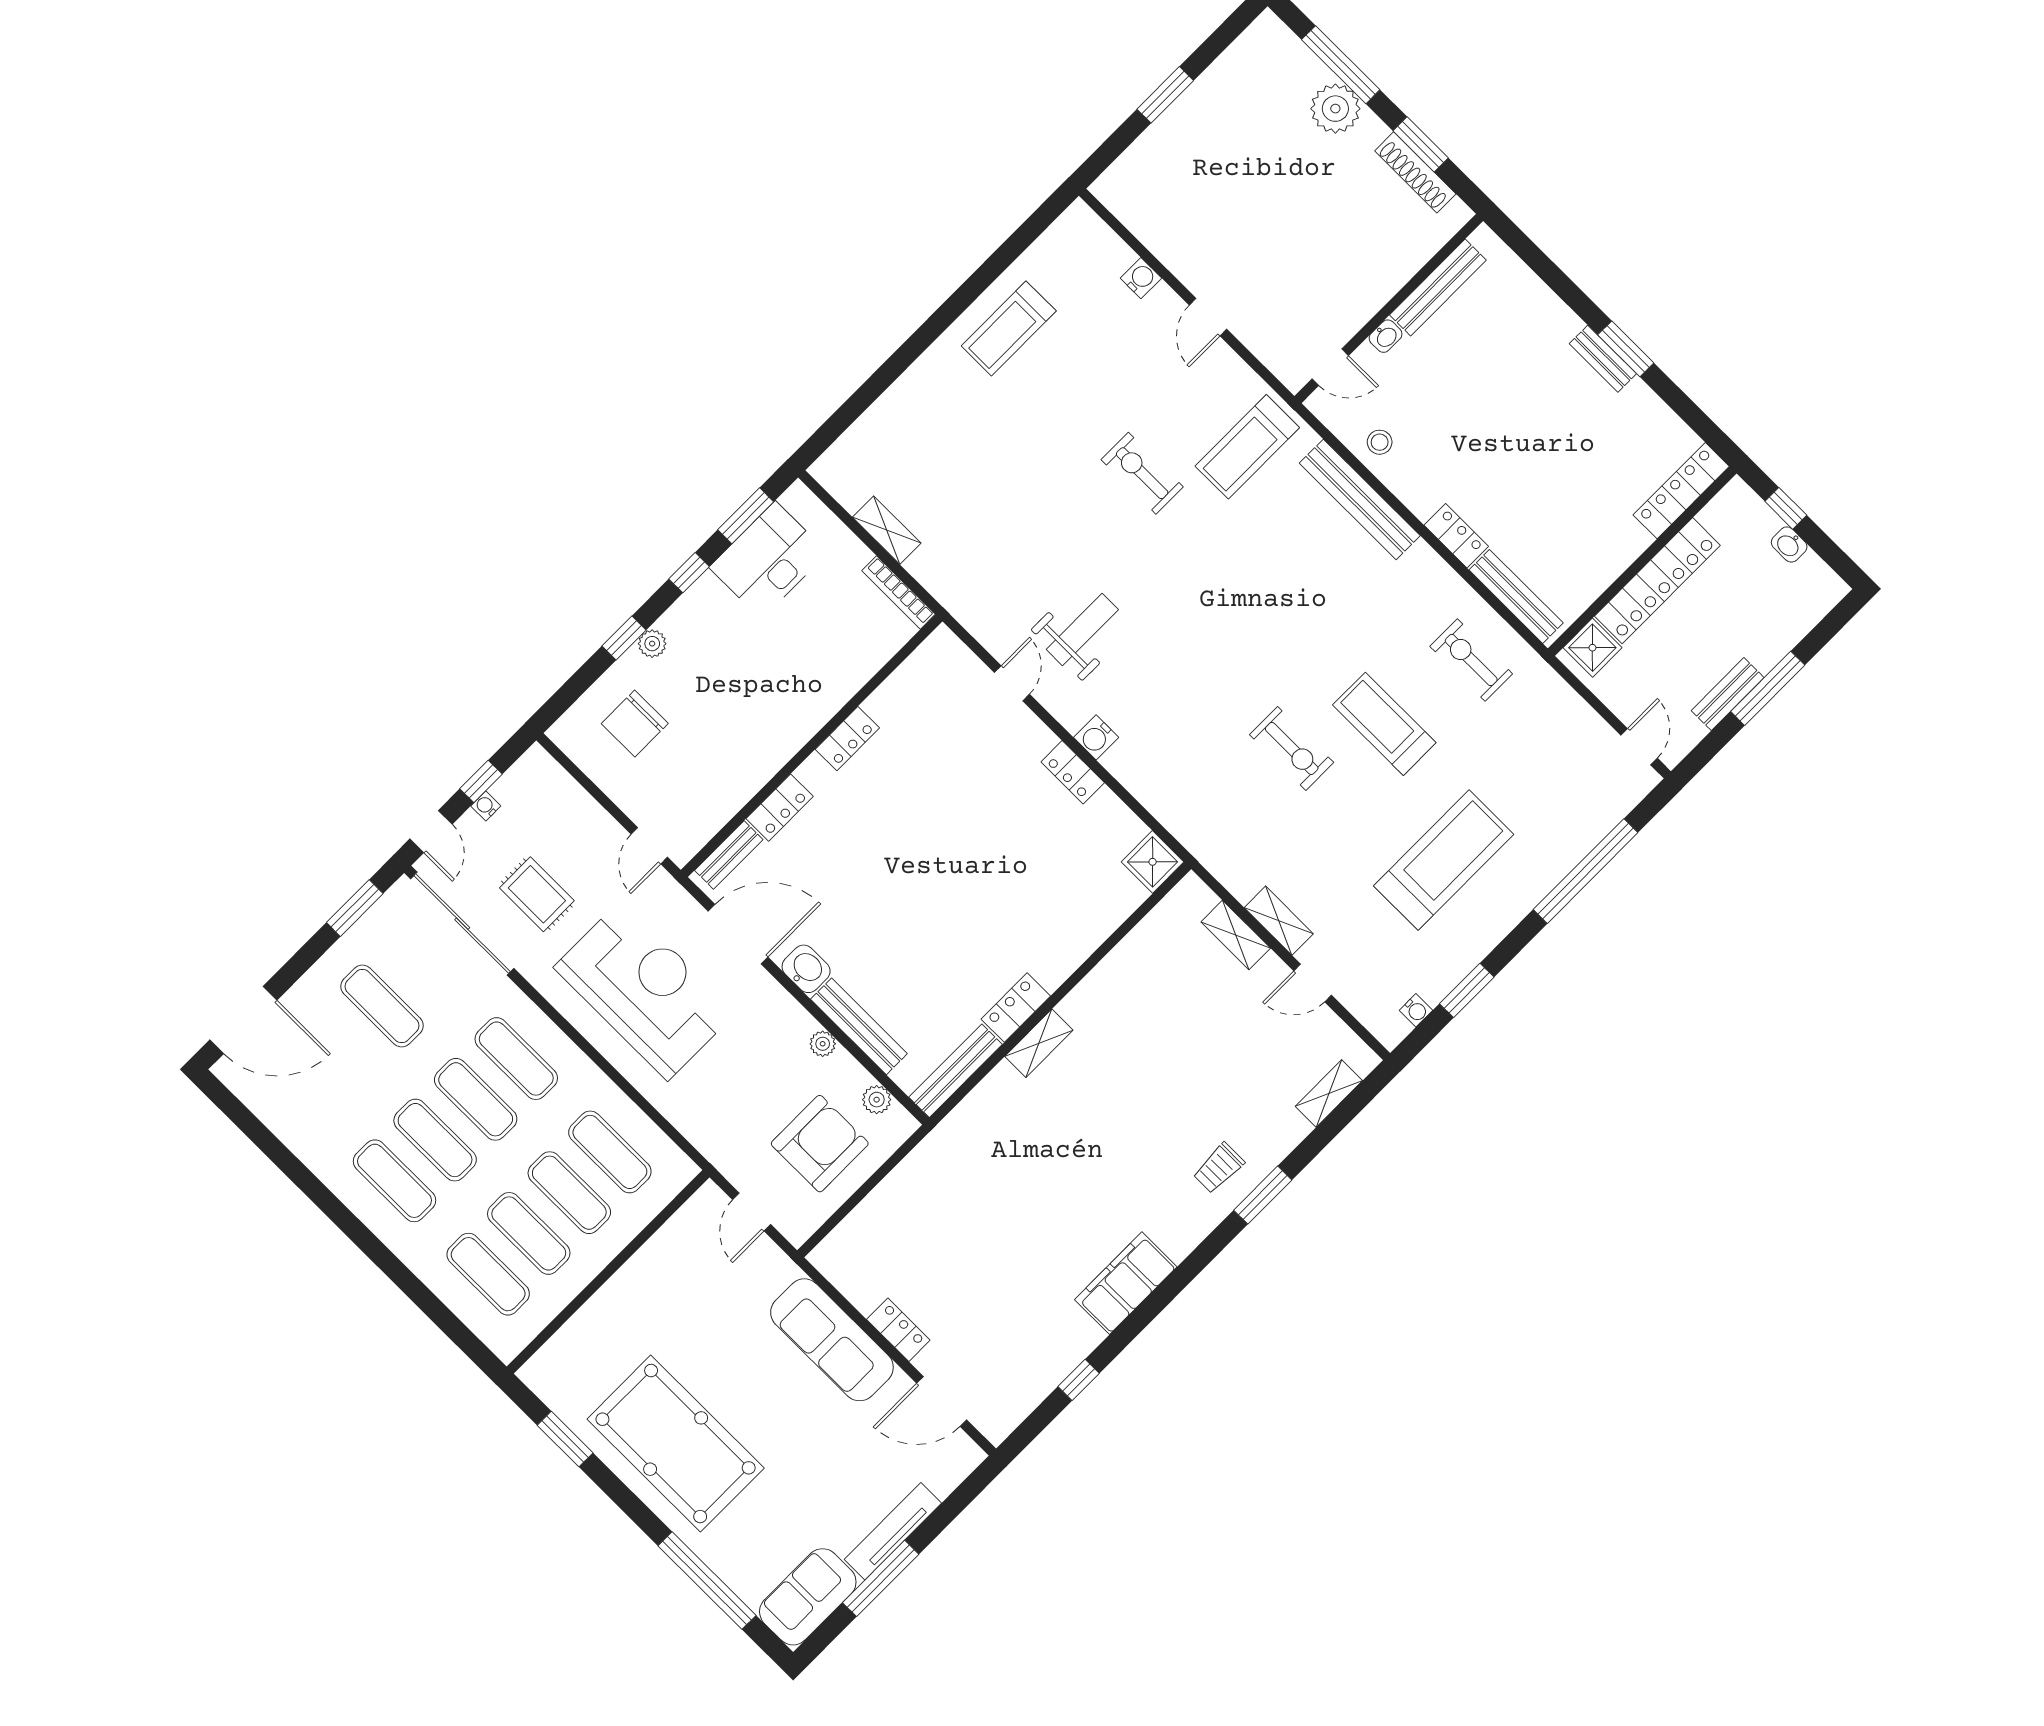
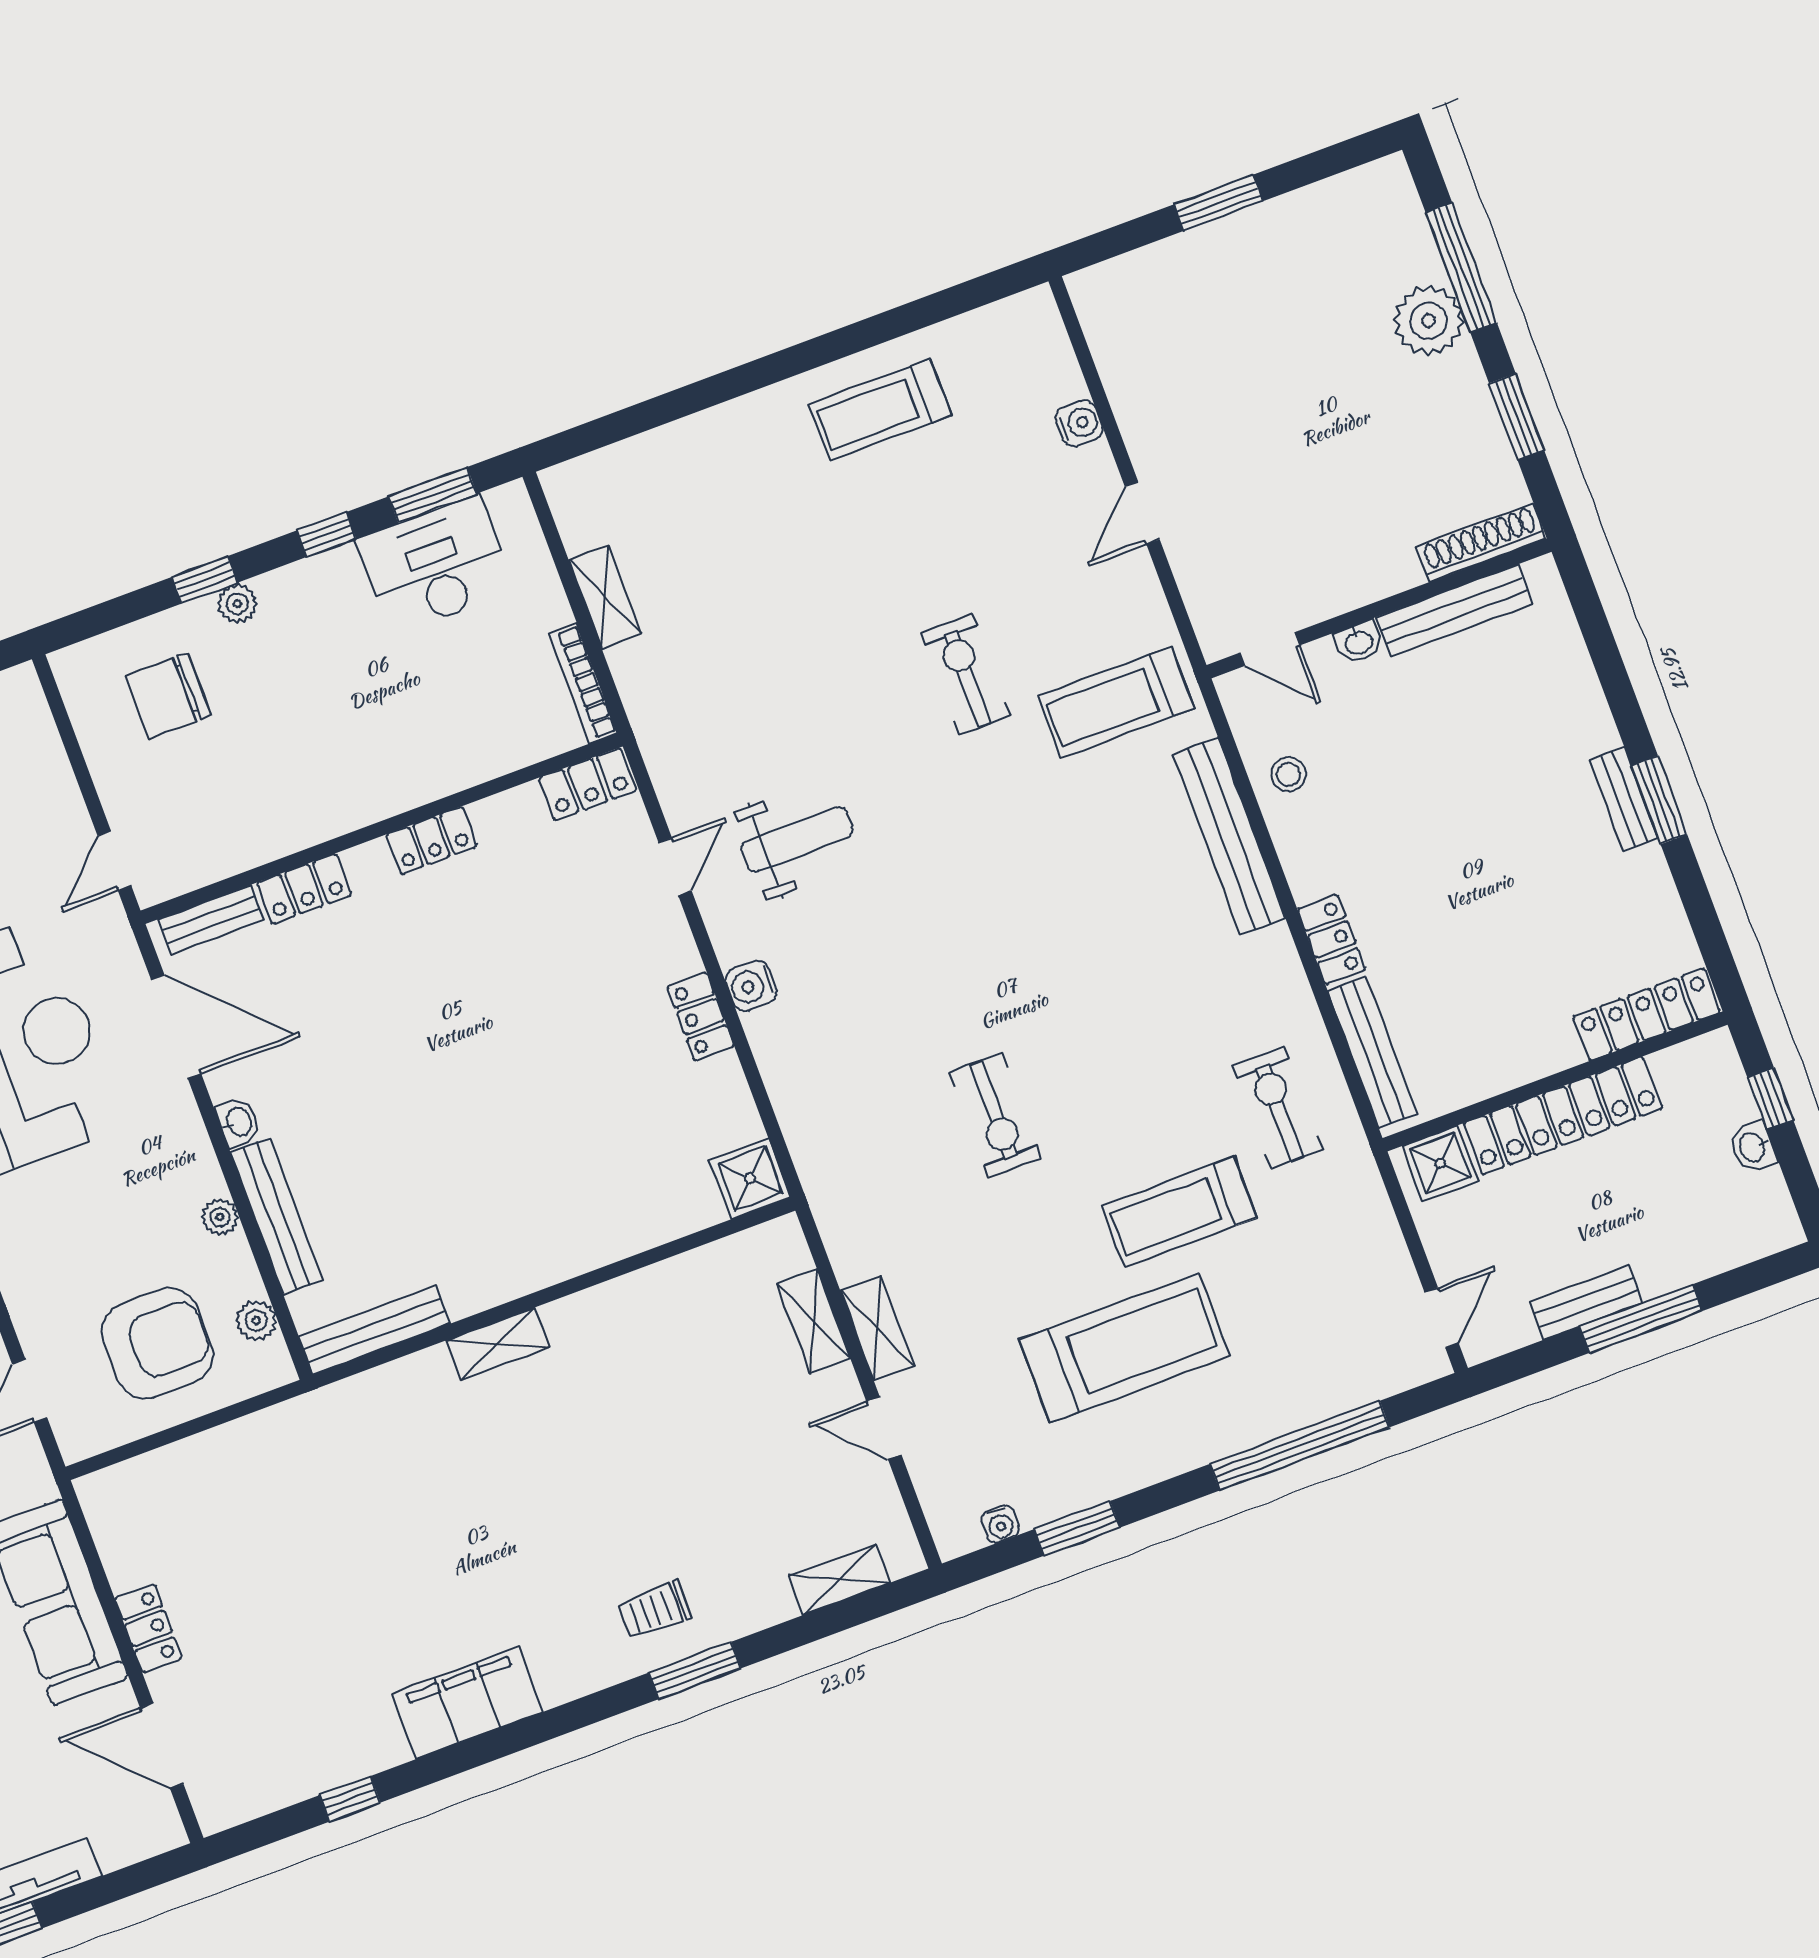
shoe rack: (1415, 172) -> (1481, 542), moved, turned 90
treadmill: (1384, 724) -> (1179, 1212), moved, turned -90
washbasin: (806, 969) -> (238, 1122), width x0.72, depth x0.69
locker: (1016, 1008) -> (588, 784), moved, turned 180

